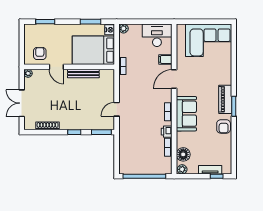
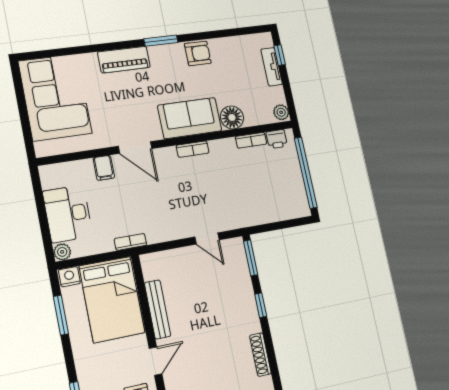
desk: (157, 35) -> (68, 214), moved
piano: (225, 99) -> (124, 60), moved
printer: (167, 132) -> (277, 139), moved
floor lamp: (183, 154) -> (232, 117), moved

